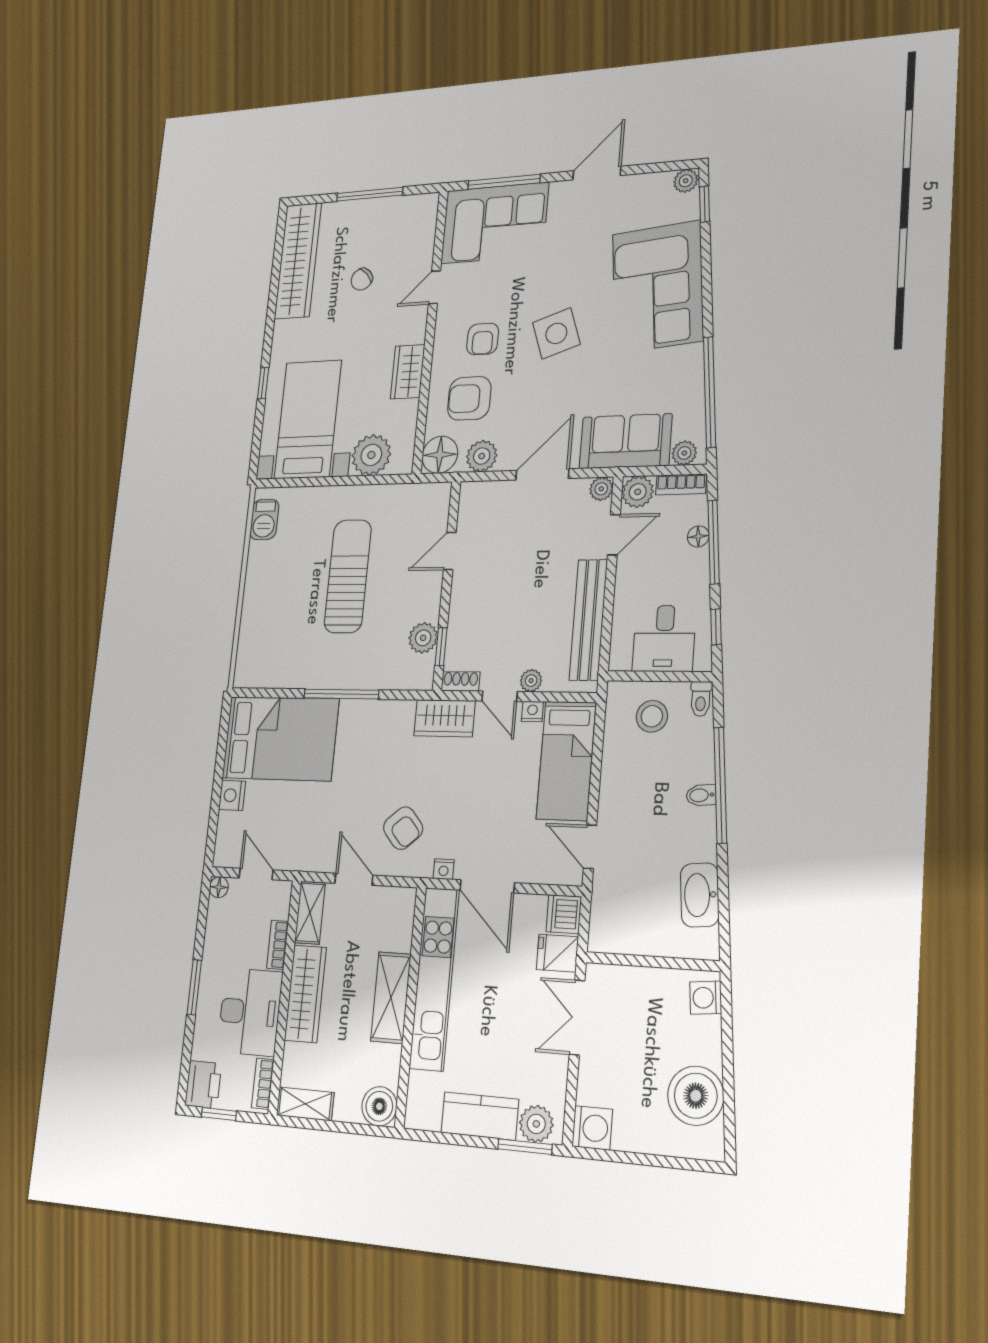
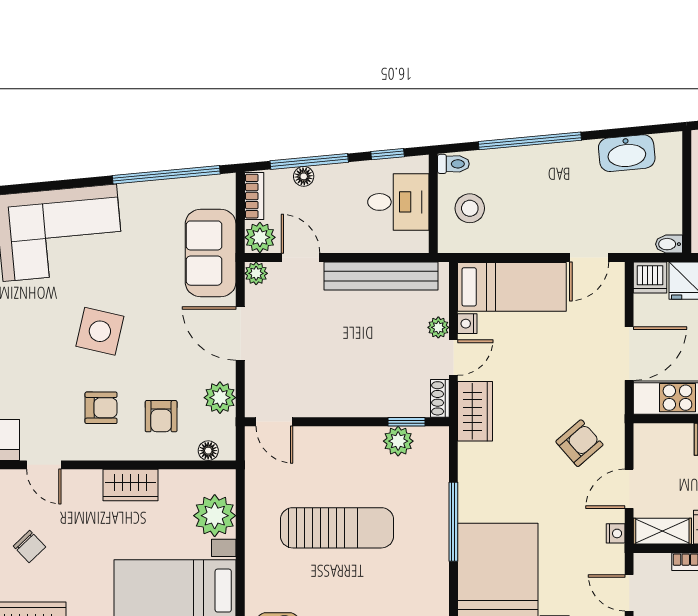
side table: (556, 333) -> (100, 331), turned 32
armchair: (469, 398) -> (161, 416), width x0.72, depth x0.72
plant: (684, 453) -> (224, 195), removed
floor lamp: (440, 455) -> (208, 451), width x0.53, depth x0.53
door: (450, 551) -> (274, 422), moved
sun lounger: (348, 576) -> (337, 528), turned 180
bidet: (701, 795) -> (669, 244), moved, turned 95
nightstand: (444, 869) -> (616, 533), moved
door: (256, 874) -> (629, 593), hinge flipped

